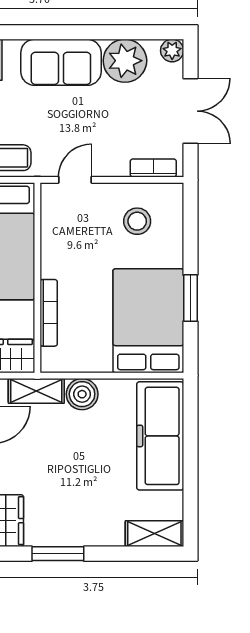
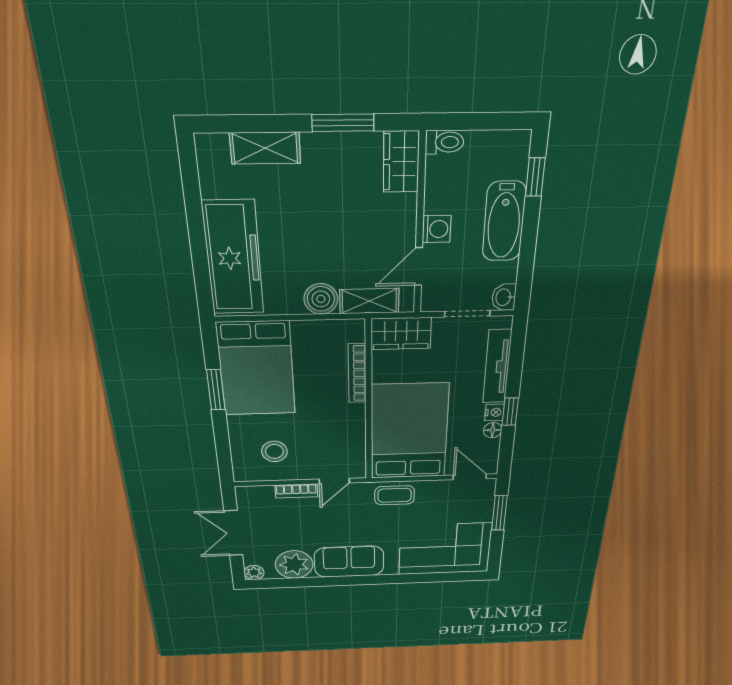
bookcase: (153, 168) -> (296, 491), moved
shelving: (154, 534) -> (265, 148), moved

